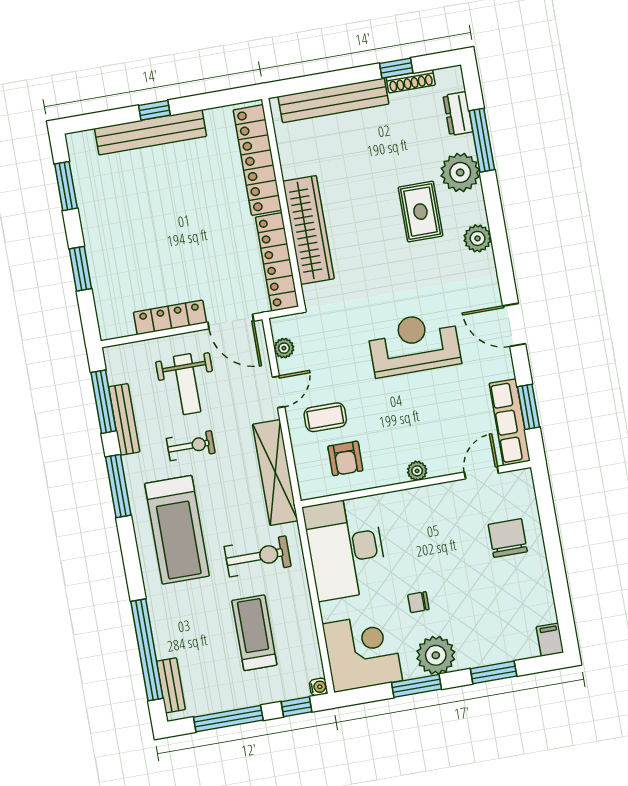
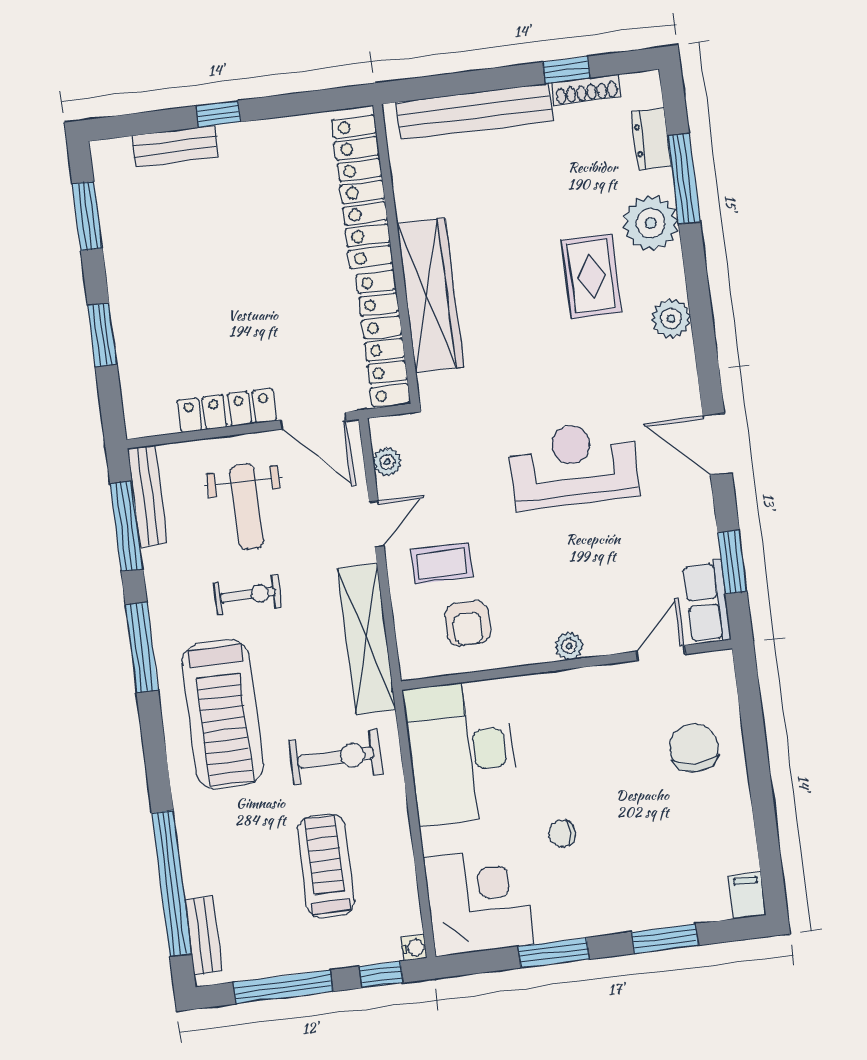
bench: (150, 132) -> (175, 146), width x0.54, depth x0.82
bench: (124, 419) -> (147, 496), moved
row of seats: (510, 422) -> (707, 602), width x0.68
plant: (436, 655) -> (583, 910), removed

